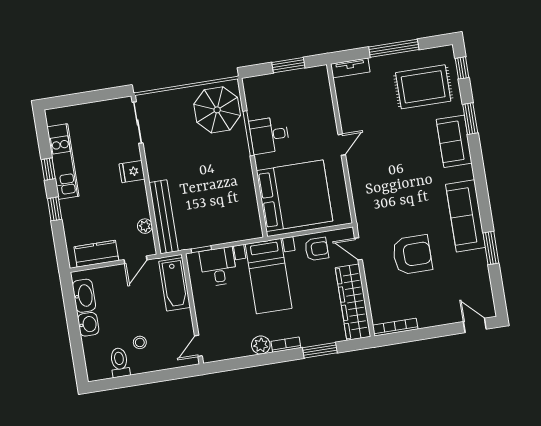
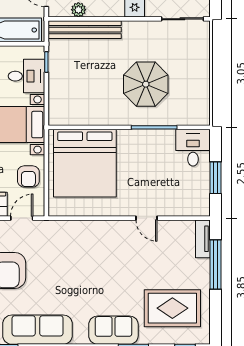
window: (394, 48) -> (215, 264), moved
rug: (423, 87) -> (172, 308), turned 90
parasol: (217, 110) -> (146, 84), moved
desk: (269, 135) -> (193, 148), moved
door: (342, 145) -> (146, 218), moved

